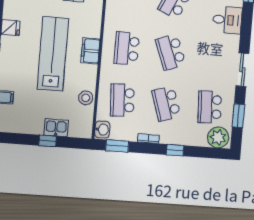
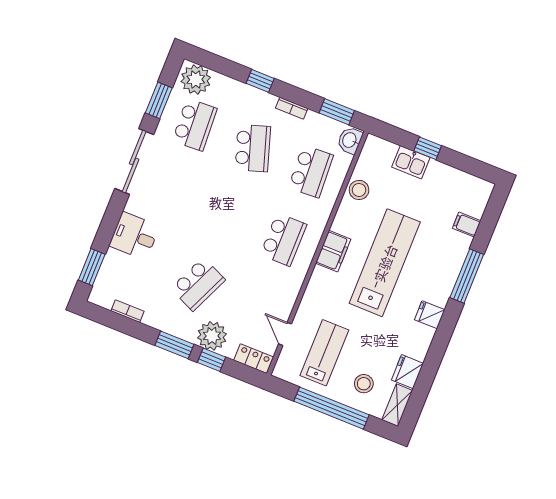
school desk: (171, 52) -> (225, 216), removed
lab bench: (53, 54) -> (385, 263), turned 180
sliding door: (242, 70) -> (134, 162), width x1.37

